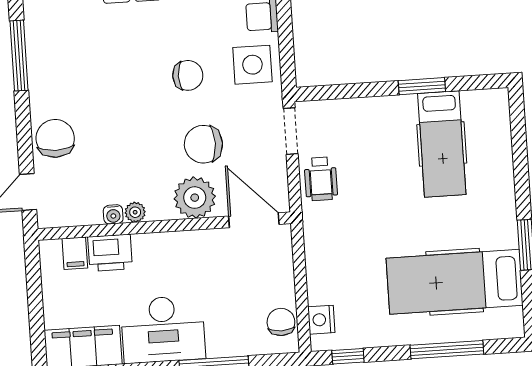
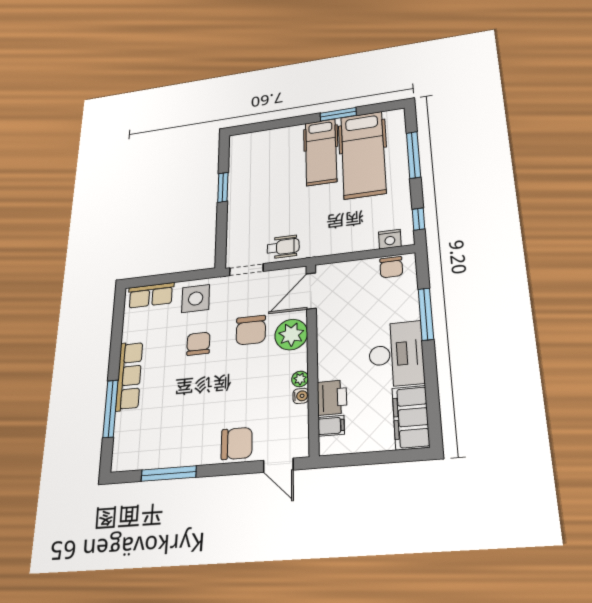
chair: (55, 138) -> (237, 443), turned 180
hospital bed: (442, 144) -> (321, 152), moved, turned 90
chair: (281, 322) -> (391, 267), turned -90

